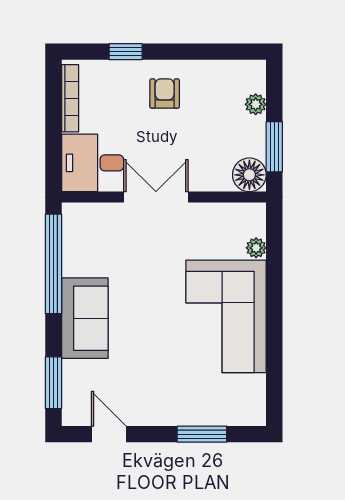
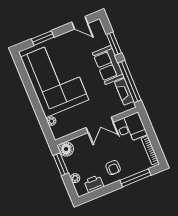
window: (126, 52) -> (135, 178), width x2.17
printer: (220, 76) -> (94, 184), added
fireplace: (74, 247) -> (124, 92), added
corner sofa: (226, 316) -> (55, 78), width x1.36, depth x1.36
window: (53, 383) -> (114, 44), moved

